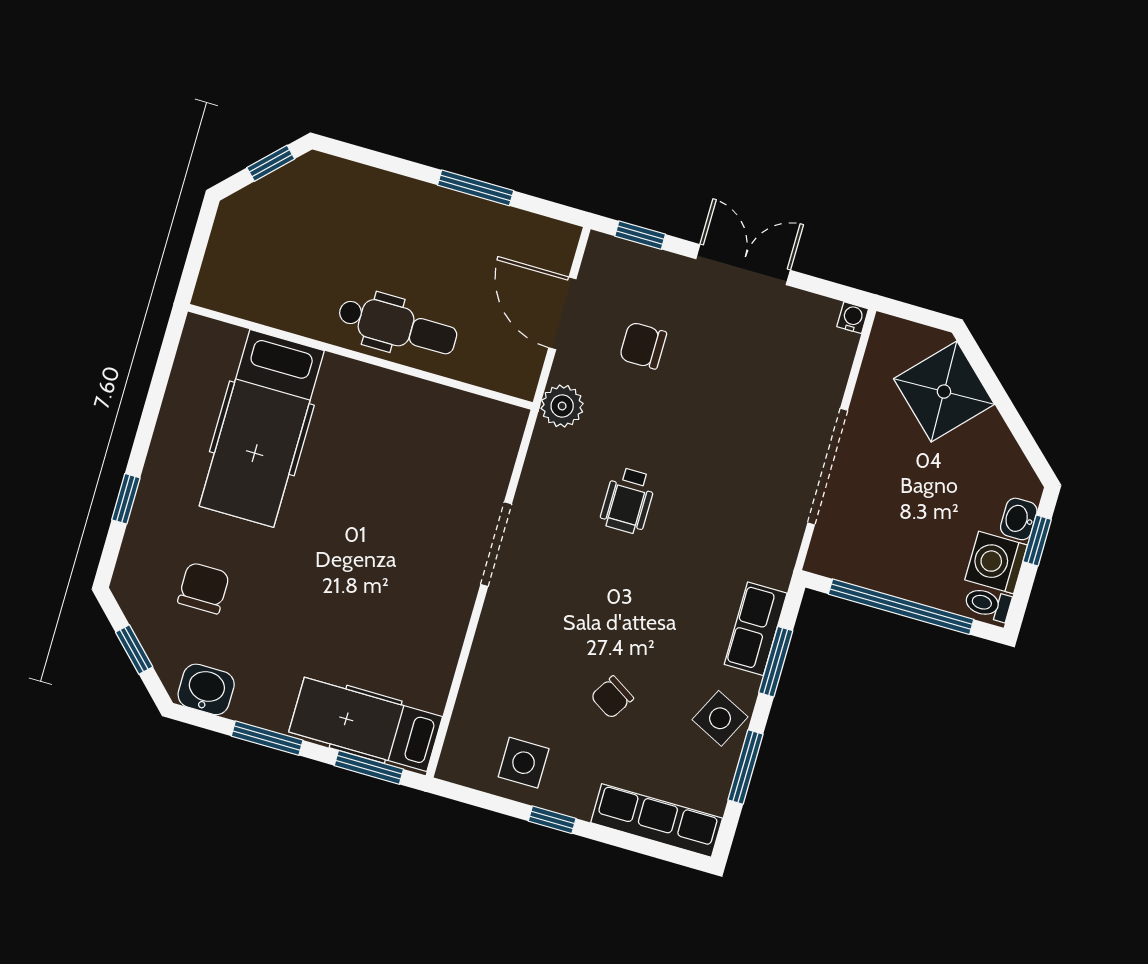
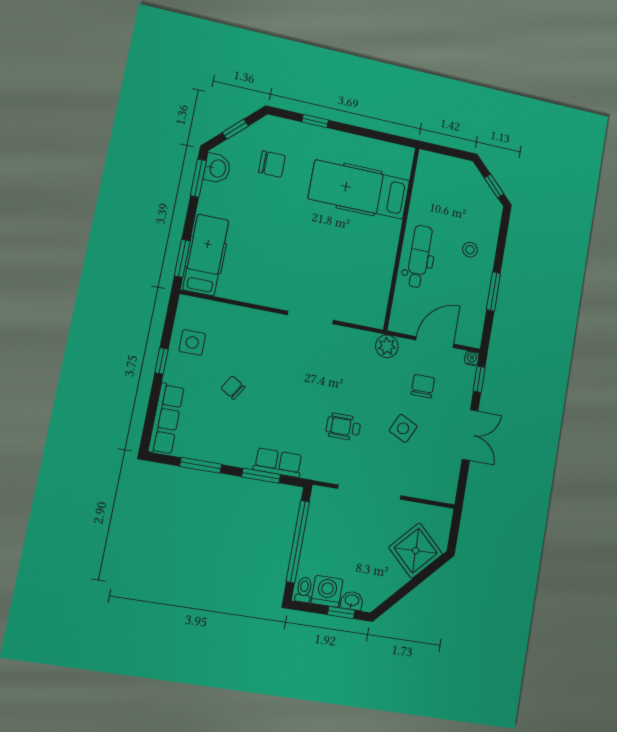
stool: (392, 225) -> (470, 250), added
water cooler: (853, 318) -> (472, 358), moved, turned -90
dental chair: (398, 326) -> (419, 257), turned 180
wheelchair: (628, 500) -> (343, 427), moved
side table: (720, 718) -> (403, 428), moved
window: (267, 738) -> (198, 178), moved

